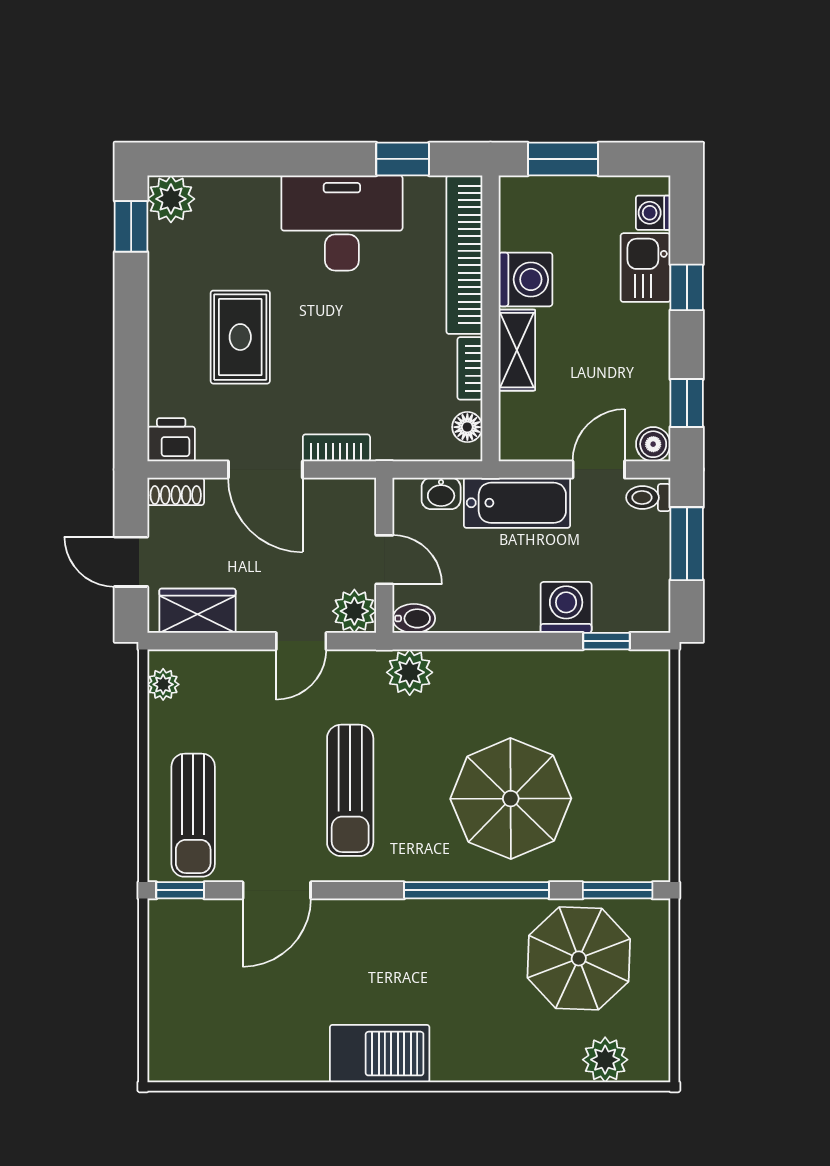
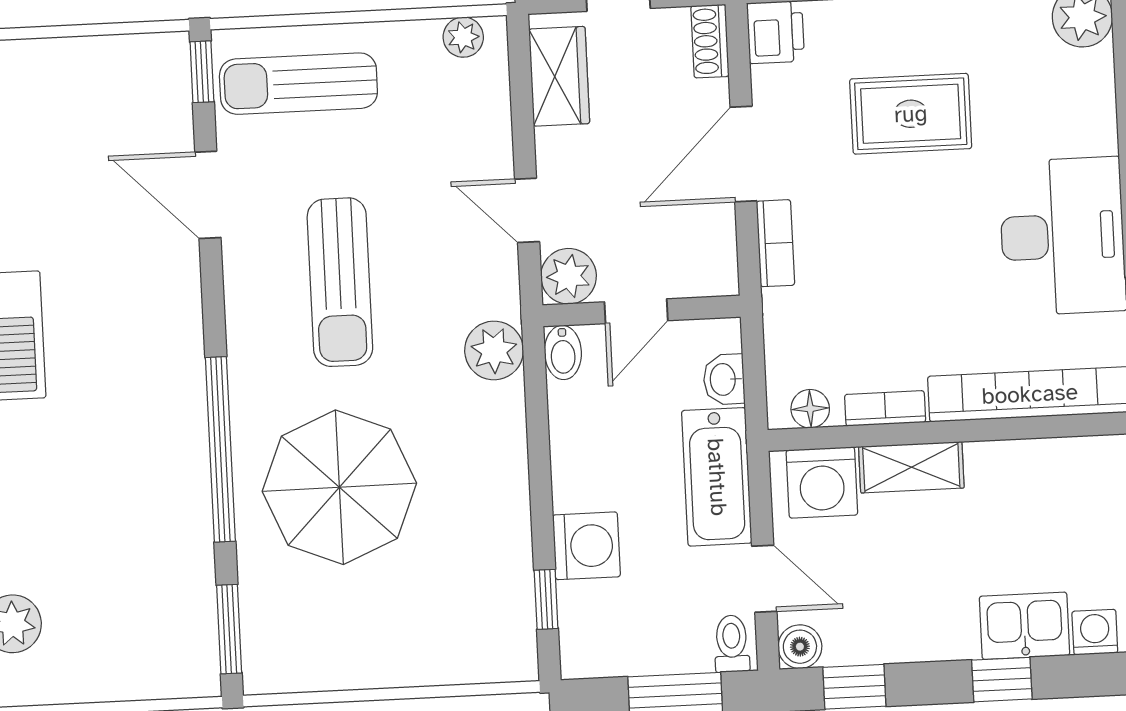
washing machine: (526, 279) -> (822, 483), moved
sun lounger: (350, 790) -> (340, 282), turned -90
parasol: (579, 958) -> (140, 584), removed

